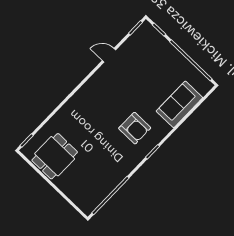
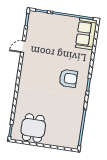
sofa: (179, 104) -> (86, 34), moved

